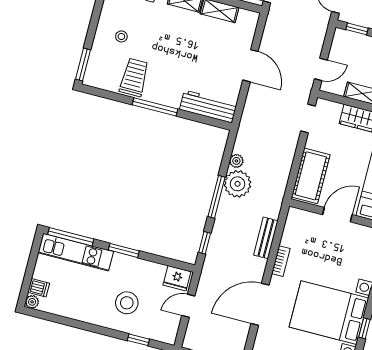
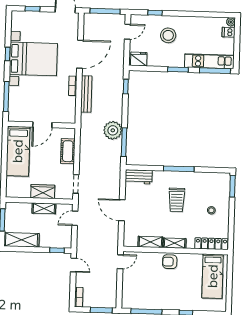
trolley: (134, 77) -> (177, 200), moved
workbench: (208, 107) -> (139, 177), width x0.73
plant: (236, 161) -> (117, 145), removed
cot: (311, 176) -> (68, 151), width x0.73, depth x0.75
window: (216, 197) -> (124, 142), moved
bench: (266, 238) -> (86, 94), width x1.36
door: (188, 306) -> (127, 32), moved

